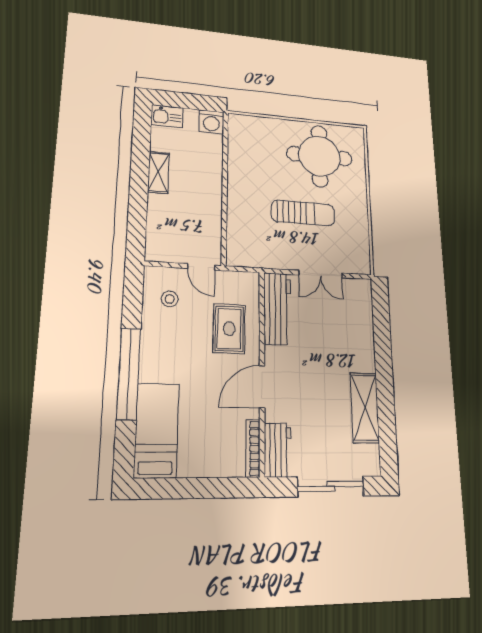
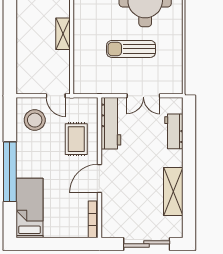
shelving: (158, 173) -> (63, 34), moved
sun lounger: (303, 213) -> (131, 49), turned 180
stool: (170, 299) -> (35, 120), width x1.89, depth x1.89
workbench: (278, 450) -> (174, 131), moved, turned 180

